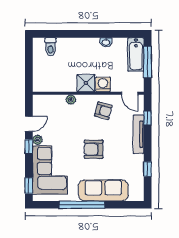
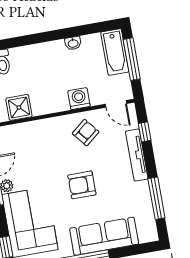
shower: (86, 83) -> (19, 107), moved
plant: (71, 100) -> (41, 126), removed
armchair: (103, 111) -> (86, 133), turned -54
window: (148, 169) -> (156, 198), width x2.17

